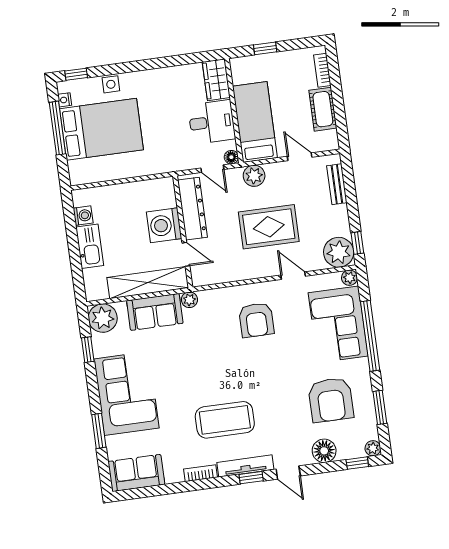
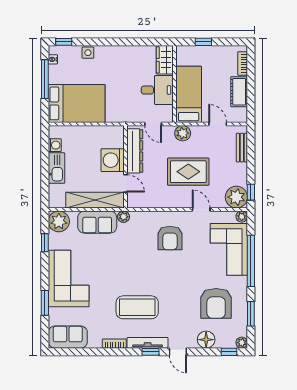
bed: (102, 129) -> (77, 103), moved
floor lamp: (231, 157) -> (168, 117), removed

